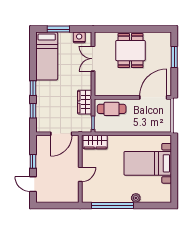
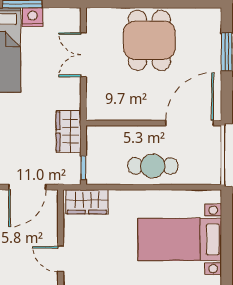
nightstand: (79, 37) -> (33, 17), moved
cafe table: (112, 109) -> (153, 166), moved
door: (80, 174) -> (61, 259), swing flipped

